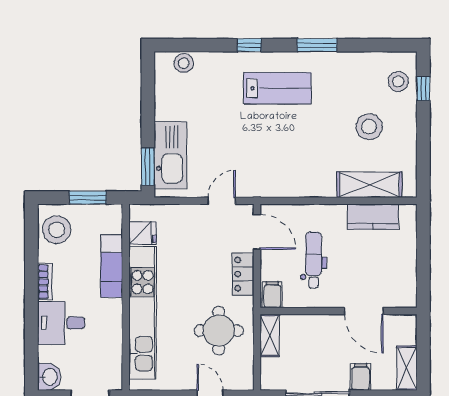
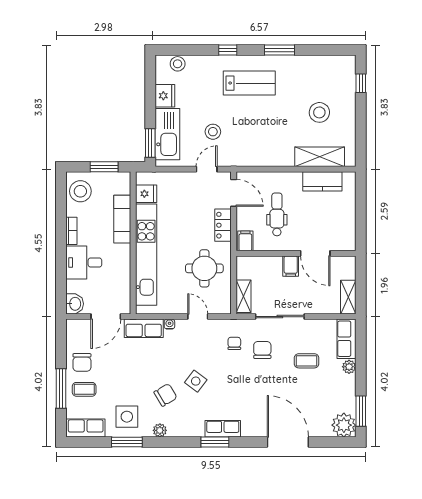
stool: (398, 81) -> (213, 132), moved
fridge: (167, 105) -> (165, 96), added
shelving: (270, 335) -> (243, 296), moved
filing cabinet: (361, 377) -> (291, 266), moved, turned 180

